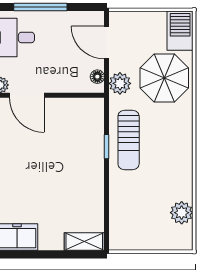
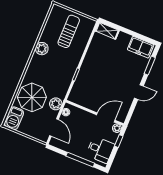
door: (27, 95) -> (106, 117), hinge flipped
sun lounger: (129, 140) -> (69, 31), moved
plant: (182, 213) -> (42, 49), moved

